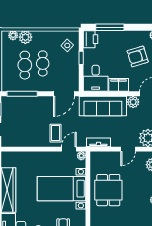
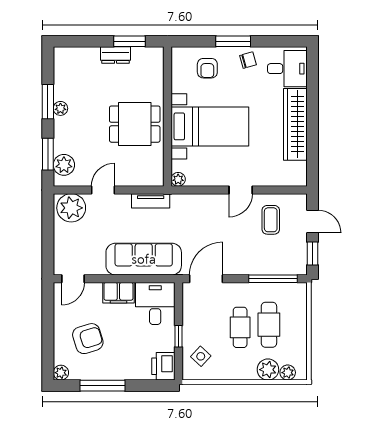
window: (110, 27) -> (103, 386), moved
plant: (133, 102) -> (95, 265), removed
coffee table: (56, 133) -> (271, 220), moved
door: (69, 149) -> (241, 190), moved
dining table: (108, 190) -> (135, 124), turned 90

